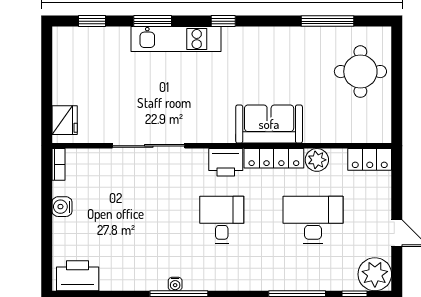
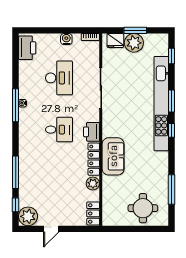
window: (153, 21) -> (171, 101), moved
kitchen unit: (176, 39) -> (161, 104), width x1.86
window: (47, 85) -> (135, 30), added
plant: (69, 87) -> (134, 43), added
desk: (313, 220) -> (59, 78), moved

